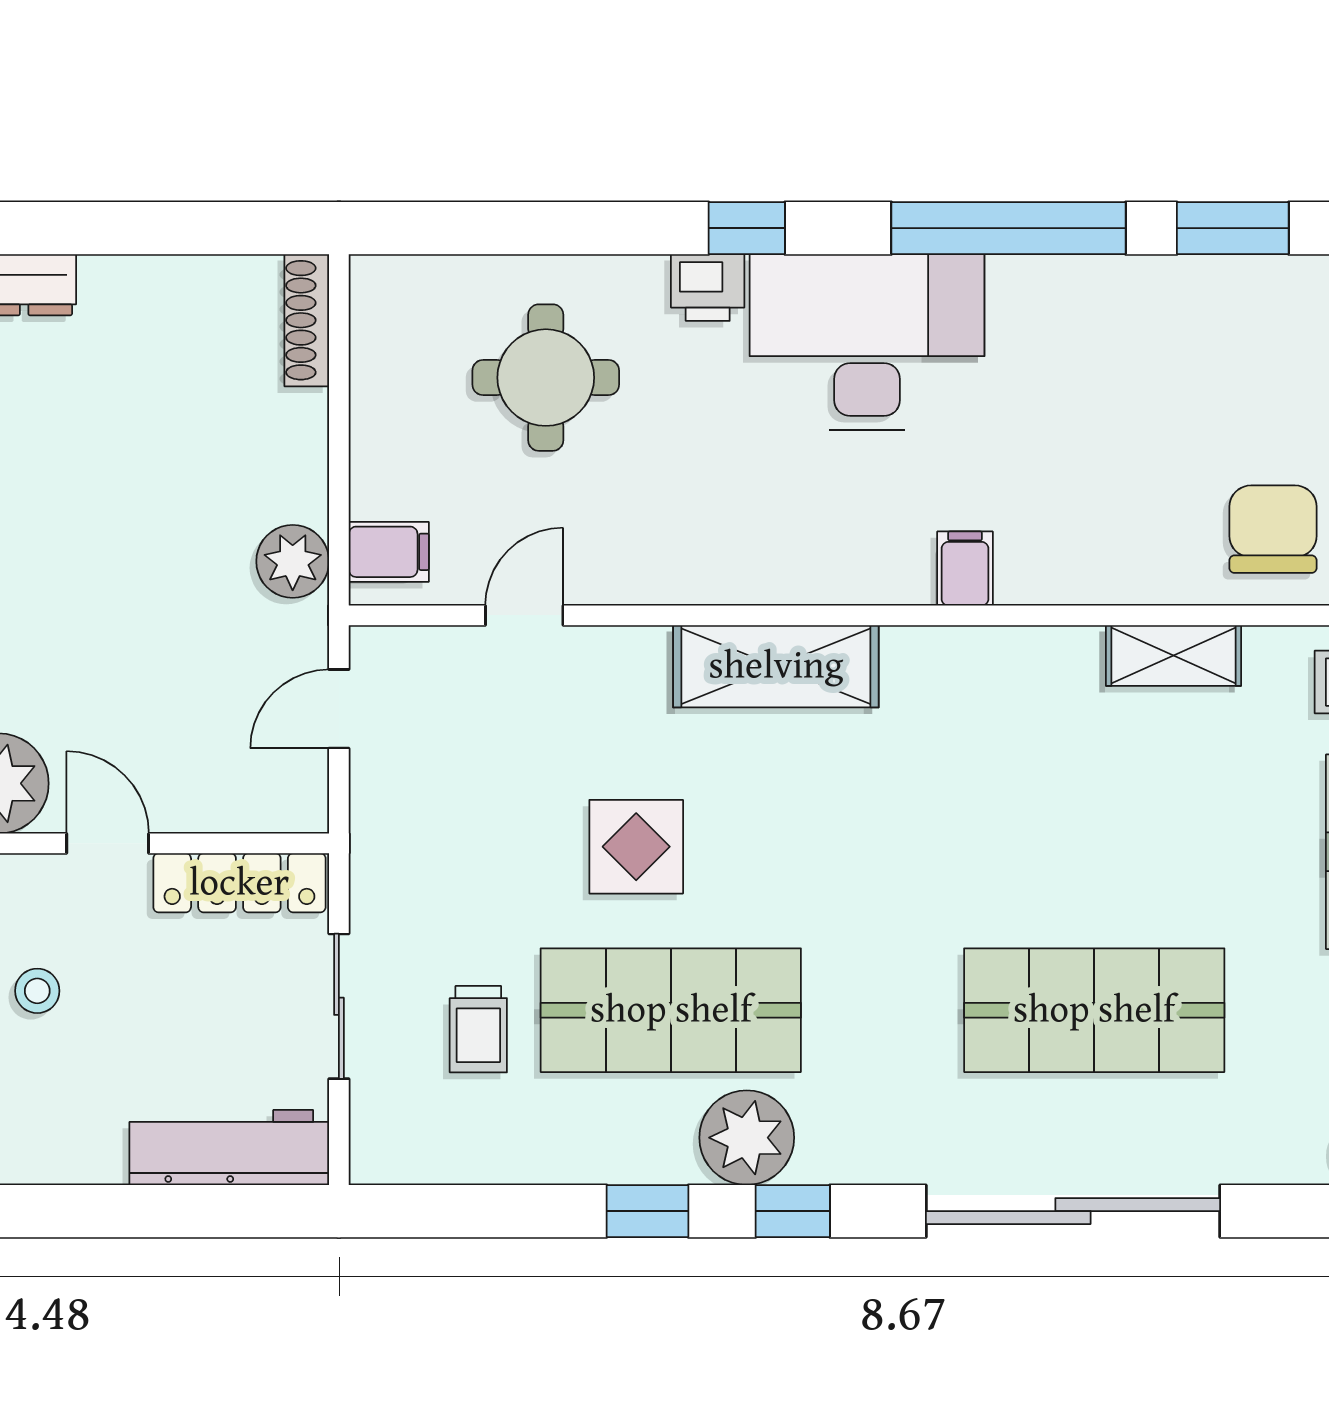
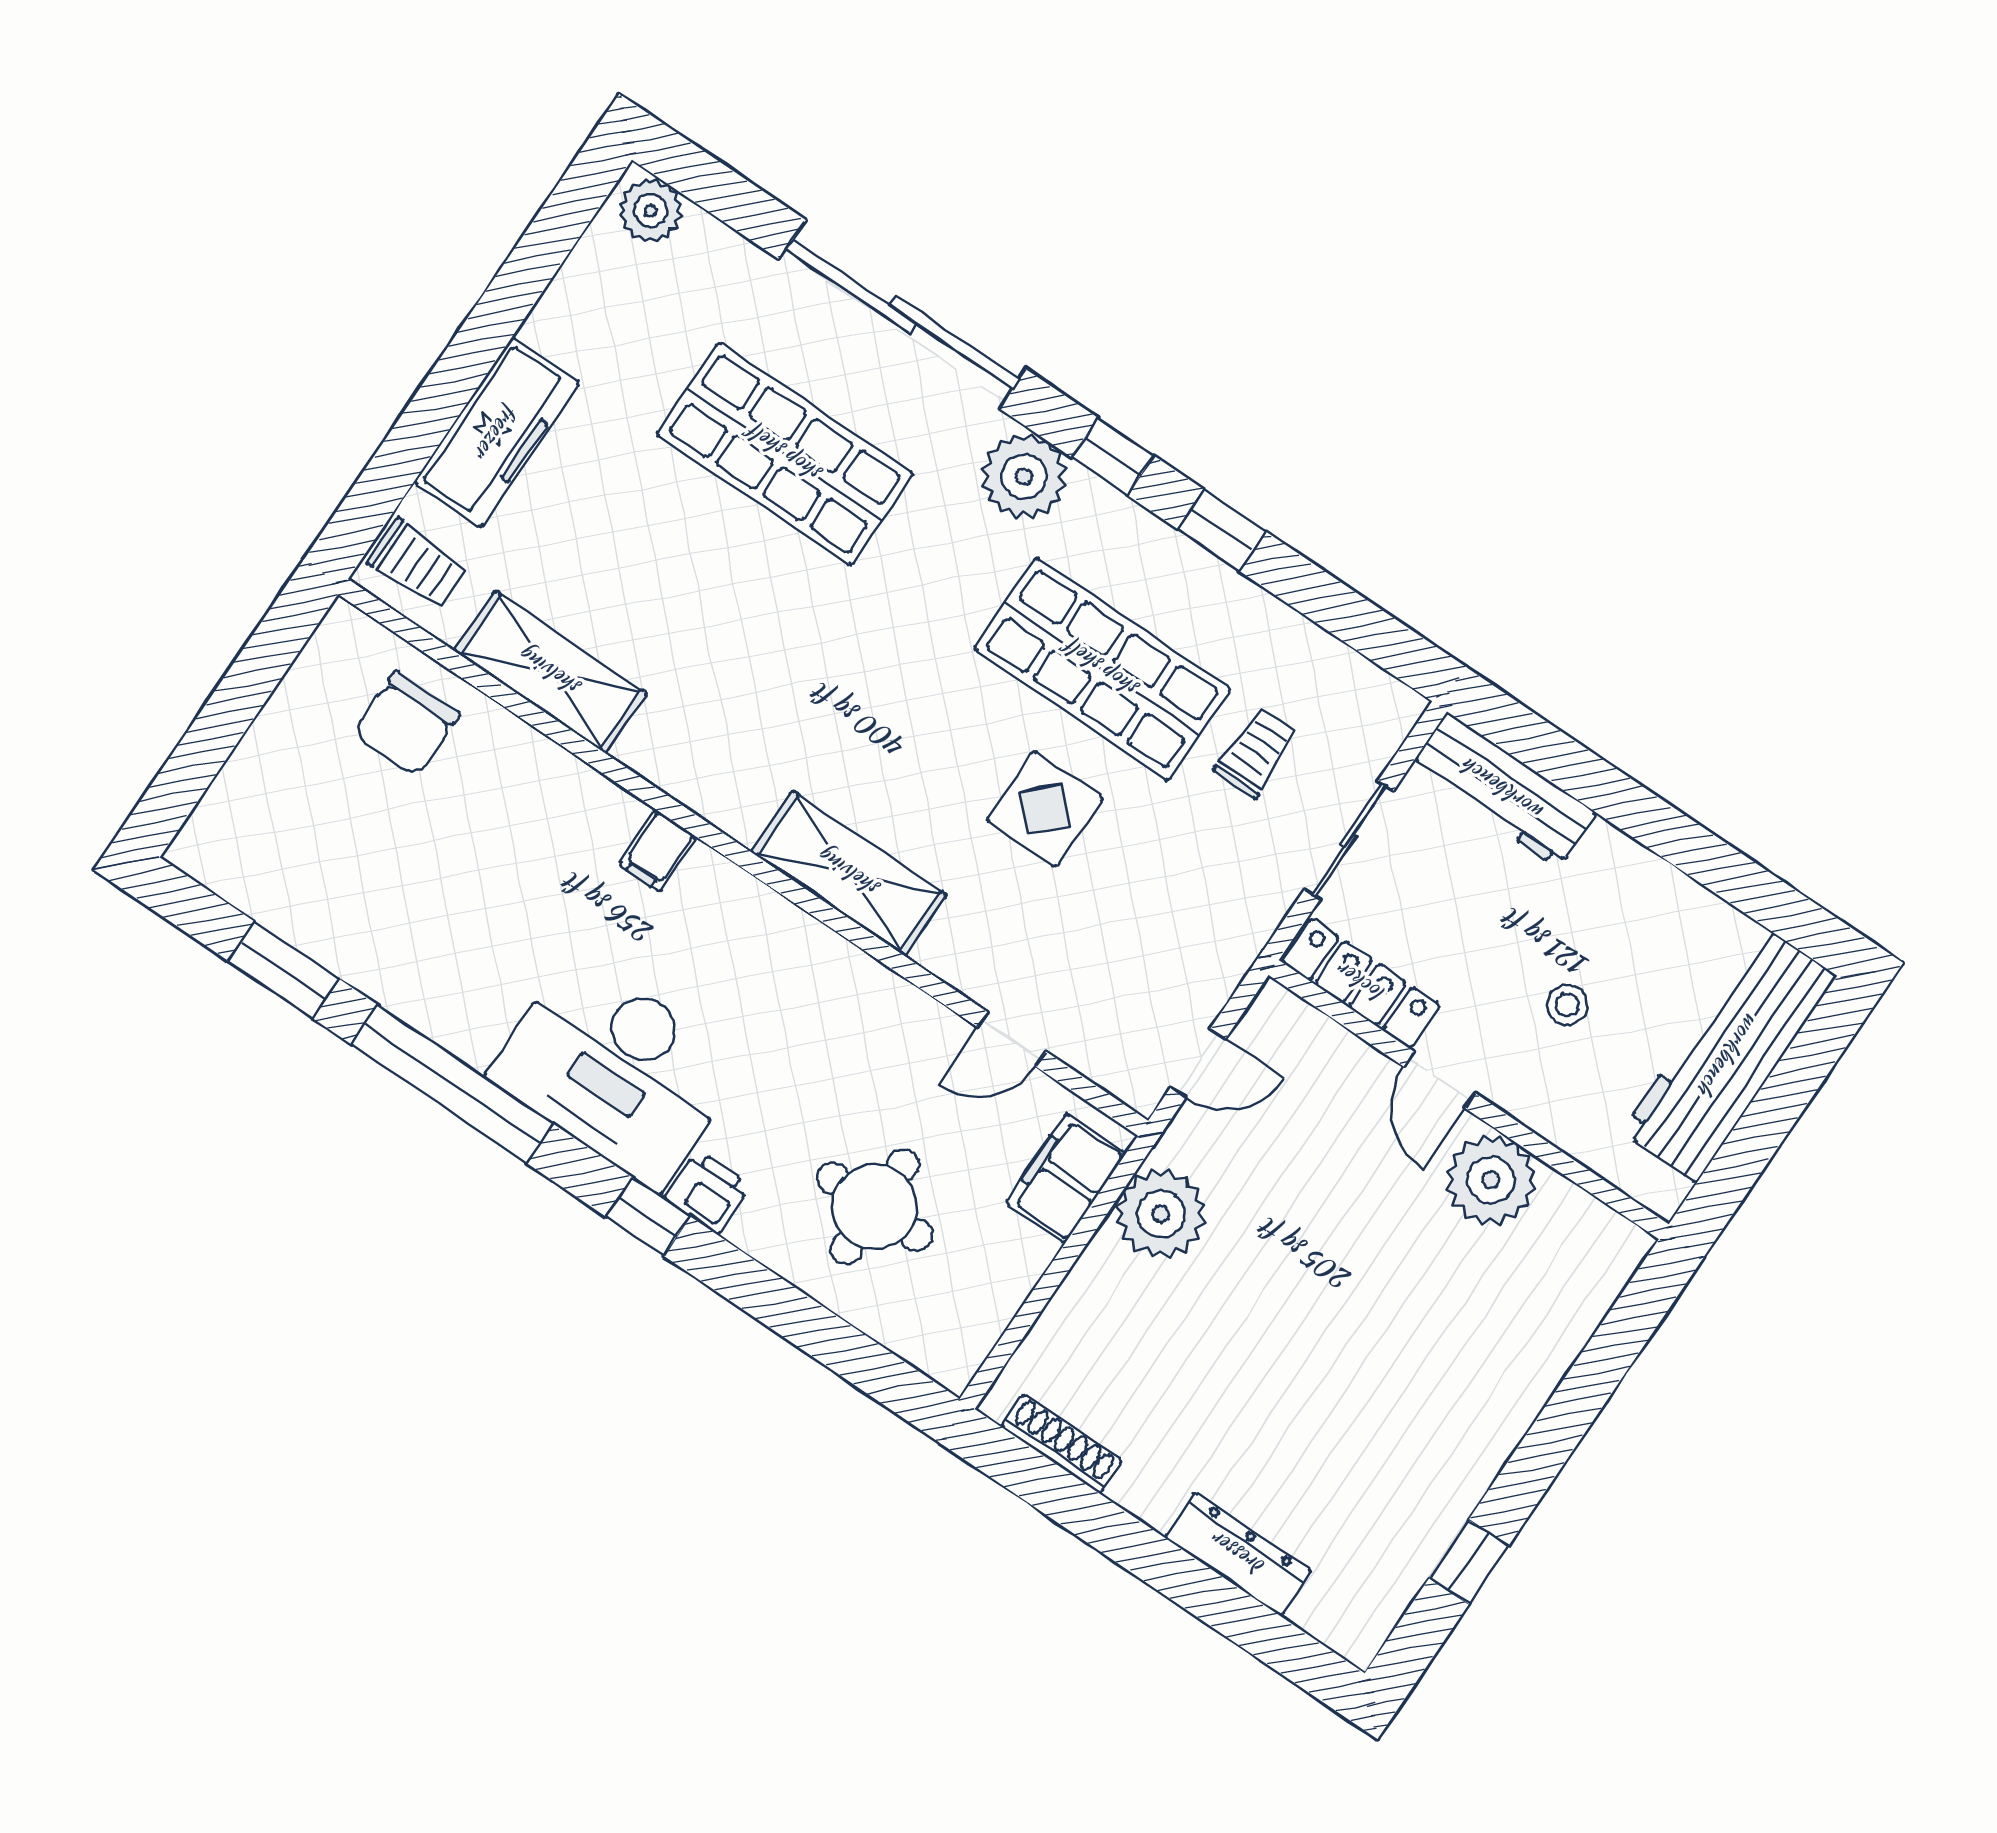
shoe rack: (307, 320) -> (1062, 1444), moved, turned -90
filing cabinet: (389, 552) -> (1066, 1178), width x2.00
plant: (293, 561) -> (1161, 1214), width x1.36, depth x1.36
shelving: (1174, 656) -> (550, 672), width x1.50, depth x1.33
plant: (747, 1138) -> (1024, 477), moved

